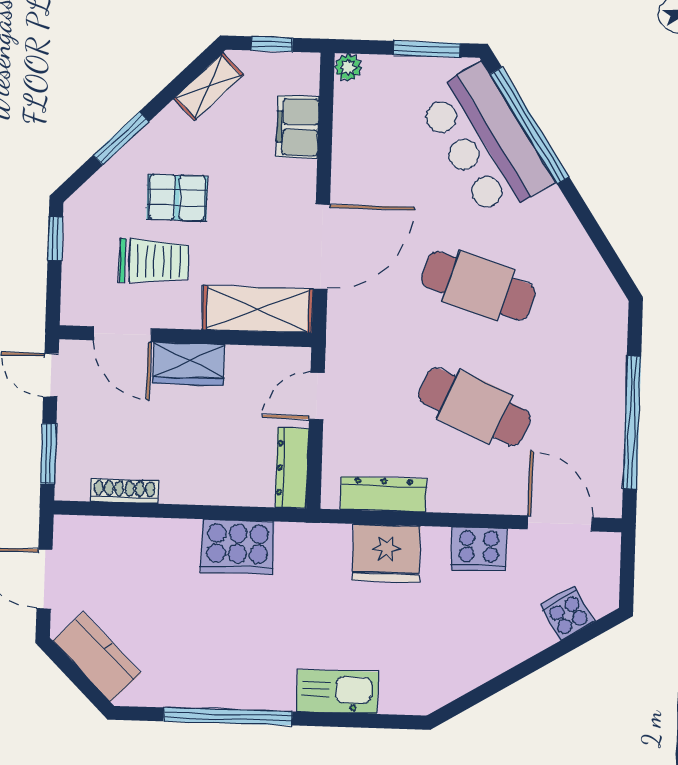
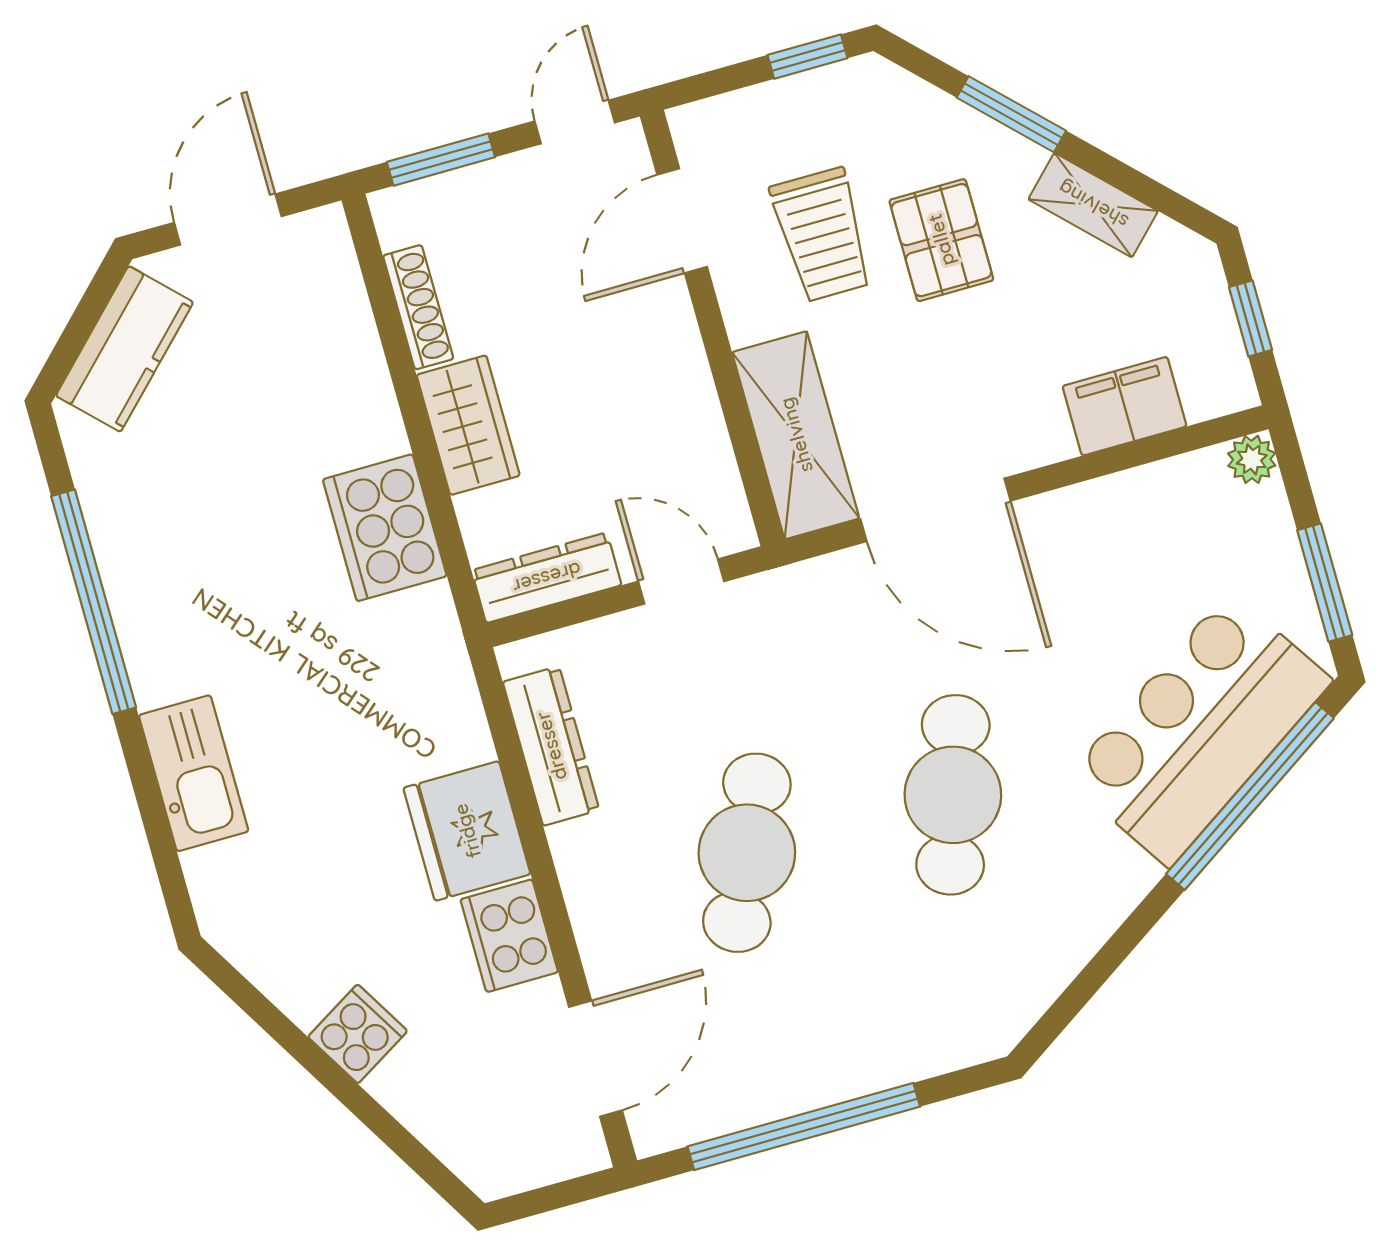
shelving: (209, 87) -> (1093, 205), moved
wardrobe: (188, 364) -> (468, 425), moved, turned 180
fridge: (386, 553) -> (467, 831), moved
cooker: (567, 613) -> (358, 1034), moved

